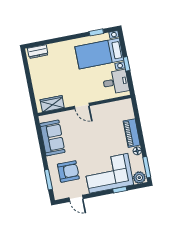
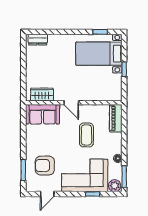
desk: (116, 82) -> (110, 85), removed
piano: (132, 133) -> (116, 118), moved
coffee table: (103, 134) -> (86, 135), added
sofa: (52, 138) -> (43, 114), moved, turned 90
armchair: (68, 171) -> (45, 166), turned 180
door: (76, 198) -> (47, 194), hinge flipped

